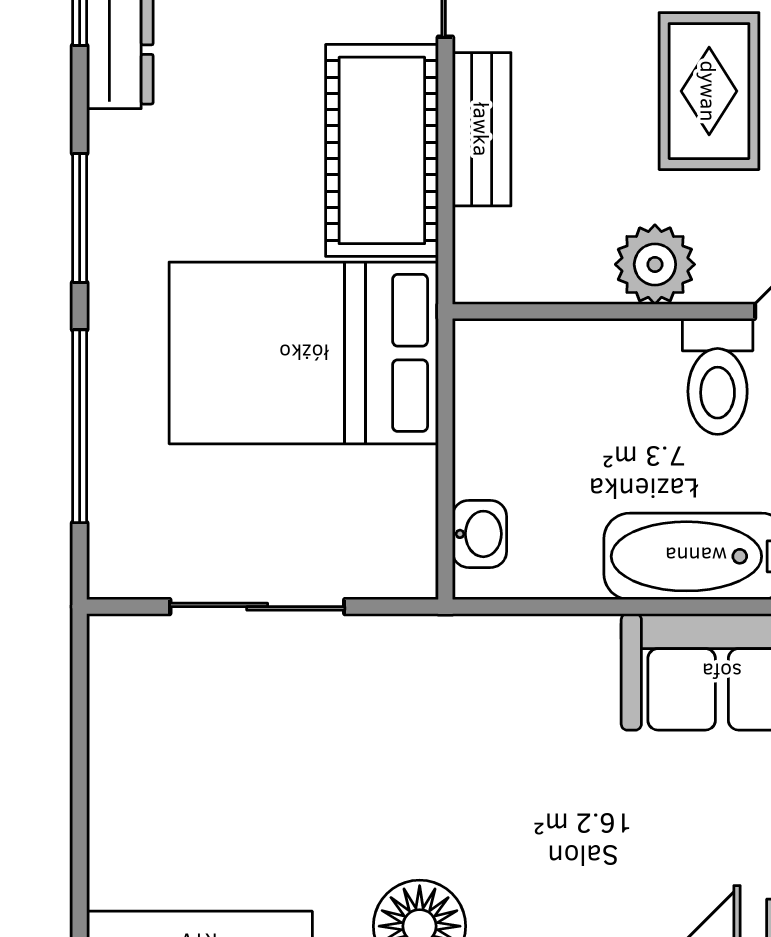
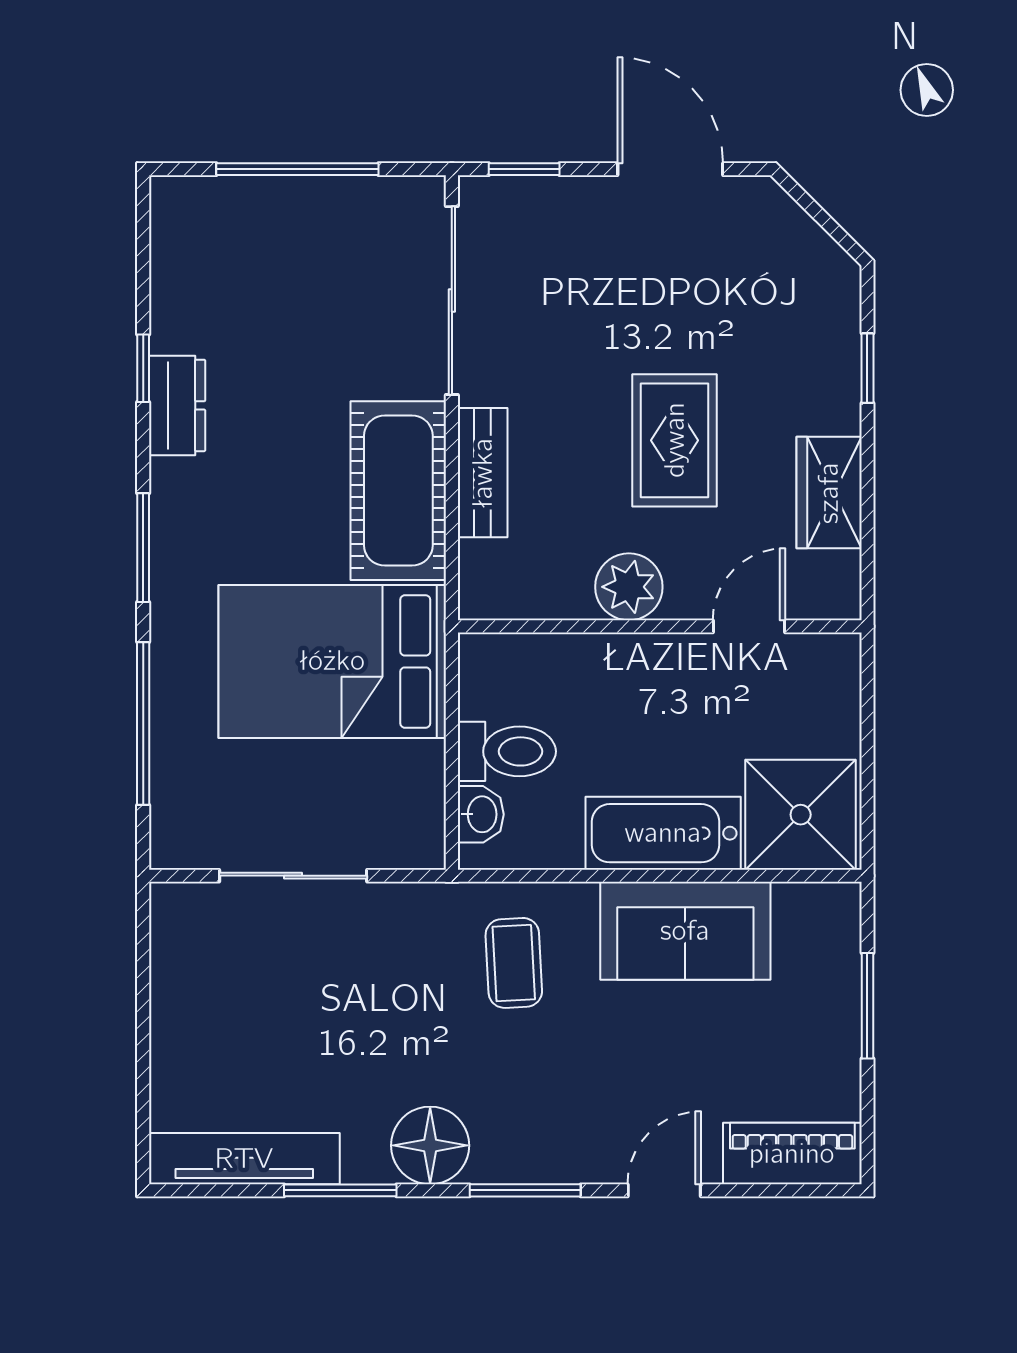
toilet: (718, 376) -> (507, 751), moved, turned -90
coffee table: (519, 710) -> (514, 963), added

